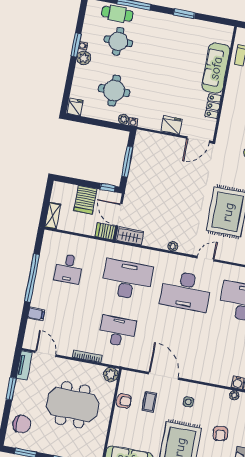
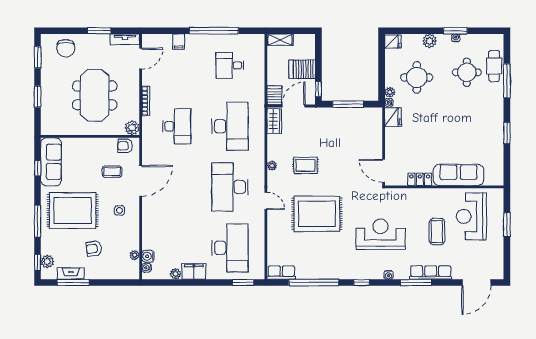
plant: (84, 58) -> (430, 41), moved
fridge: (171, 125) -> (393, 117), moved
rug: (179, 214) -> (305, 165), added
armchair: (124, 401) -> (125, 146), moved, turned 90

